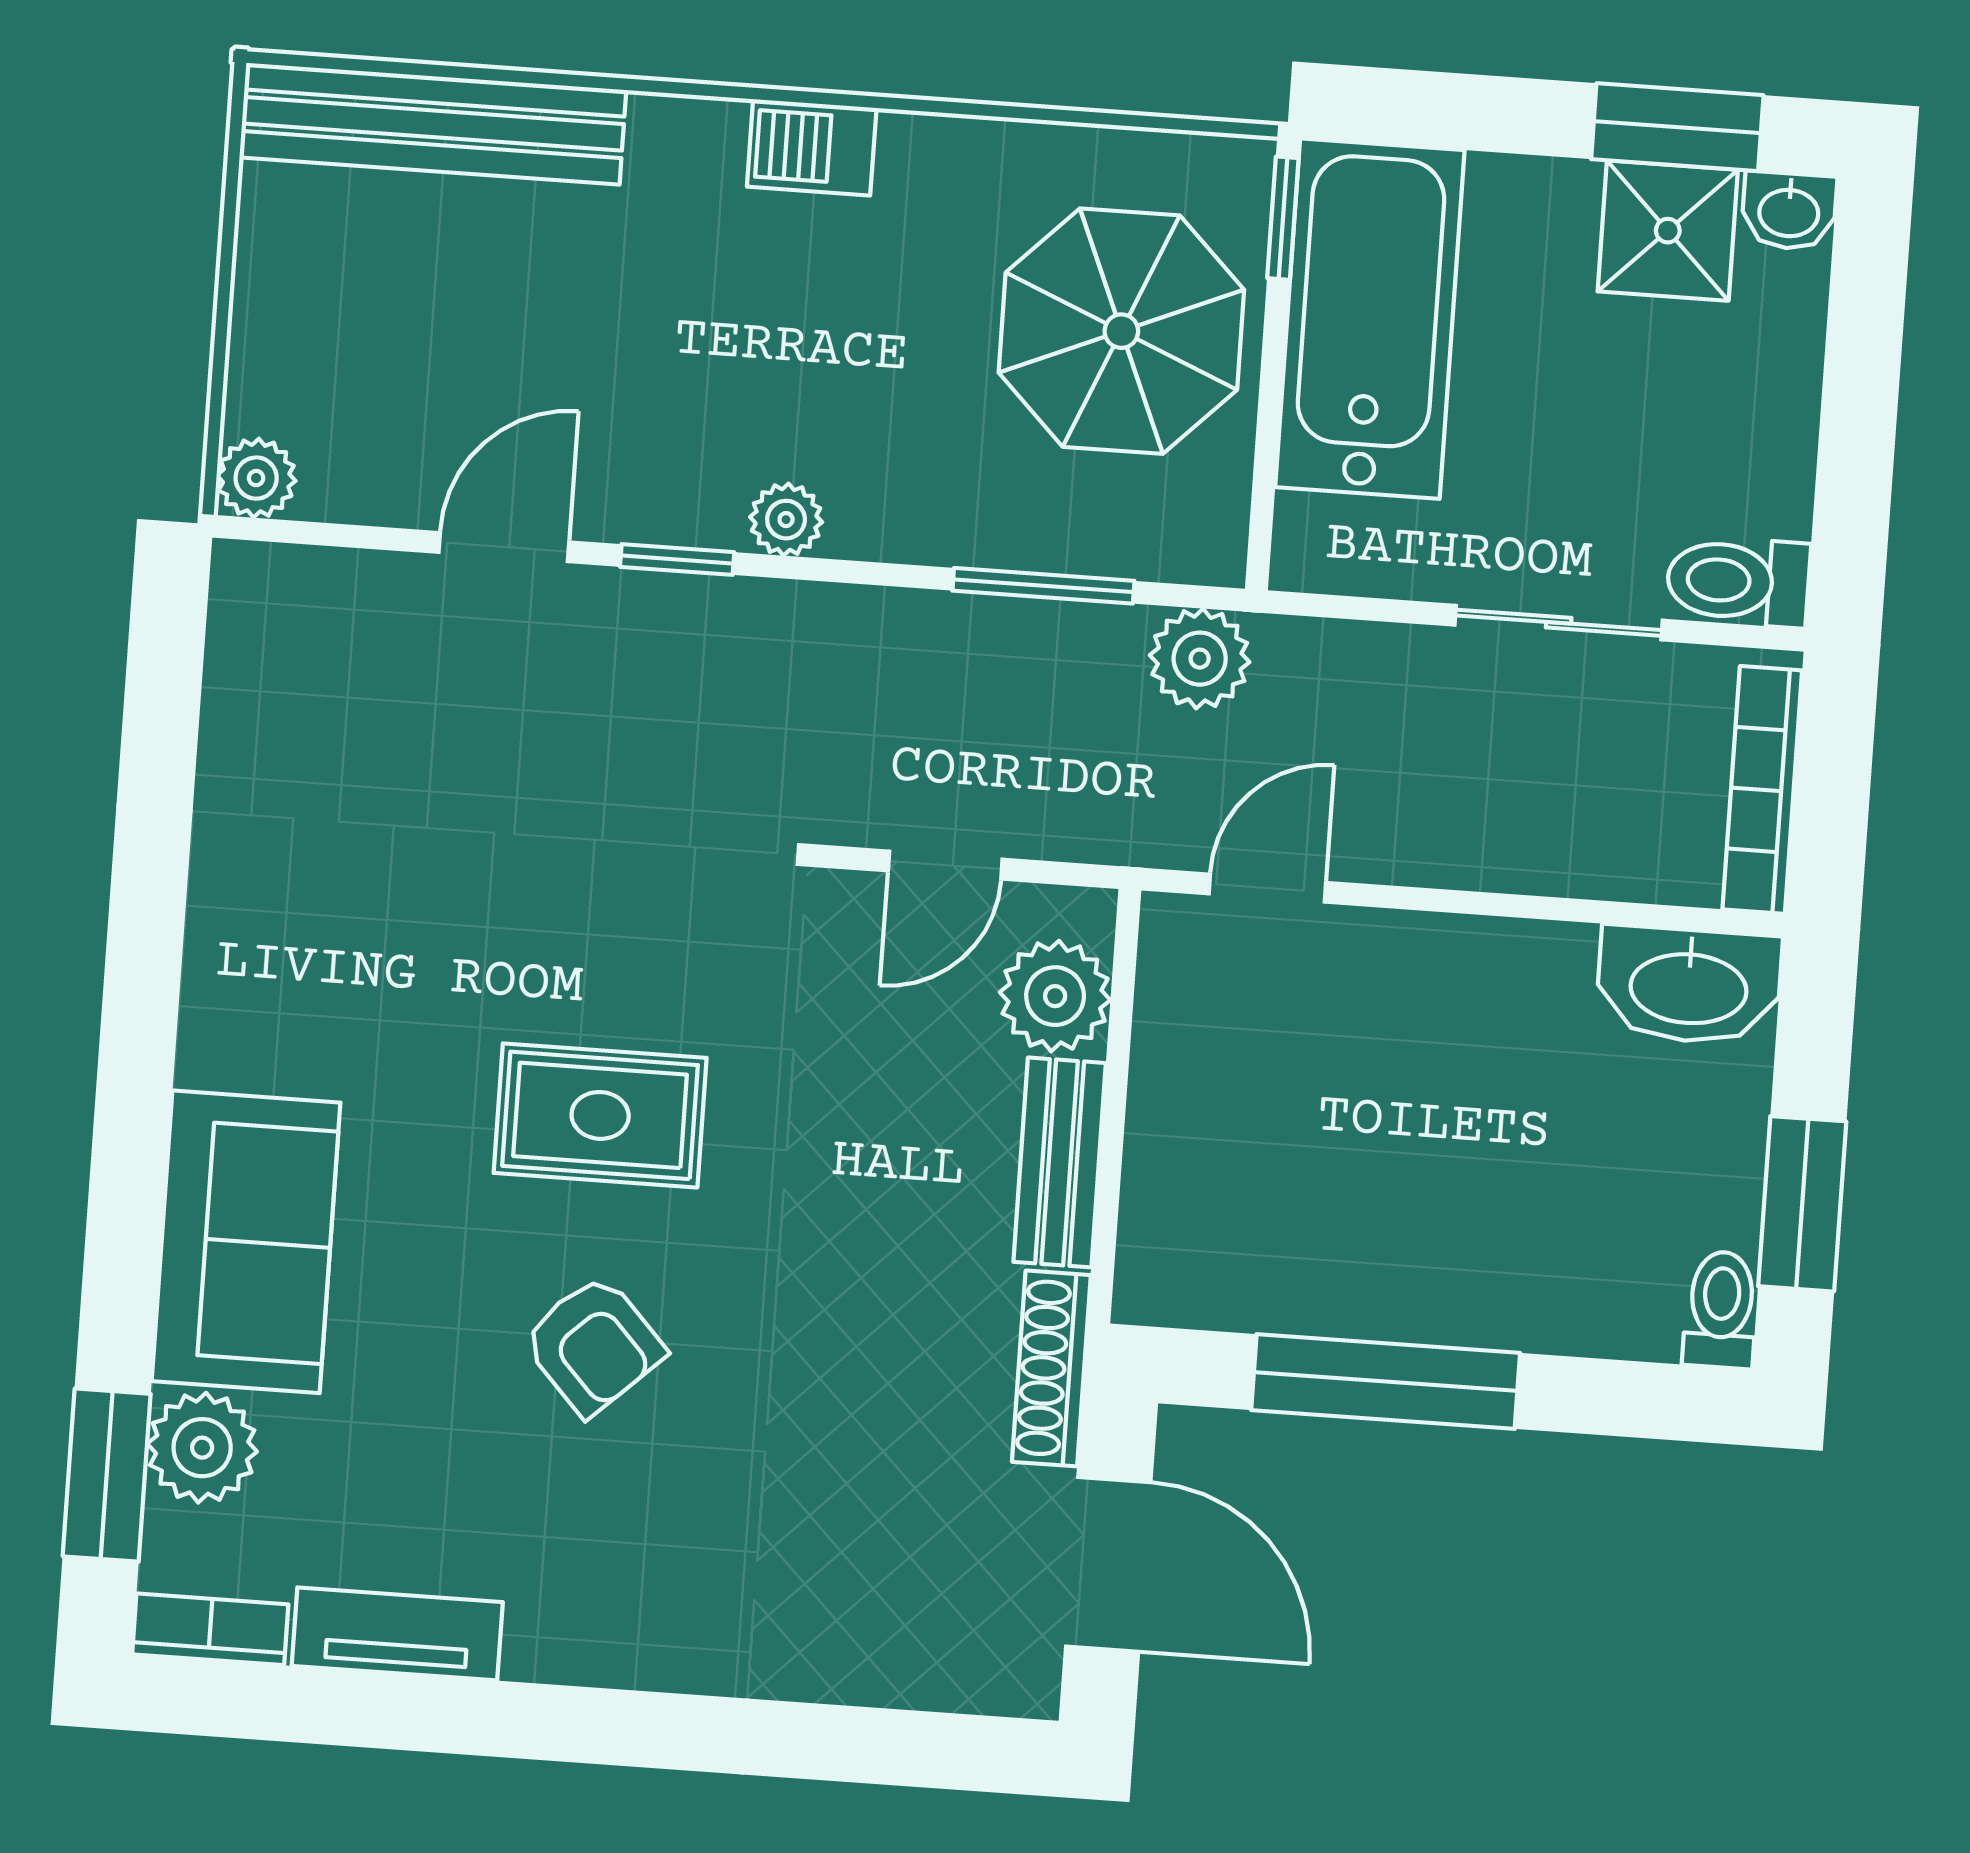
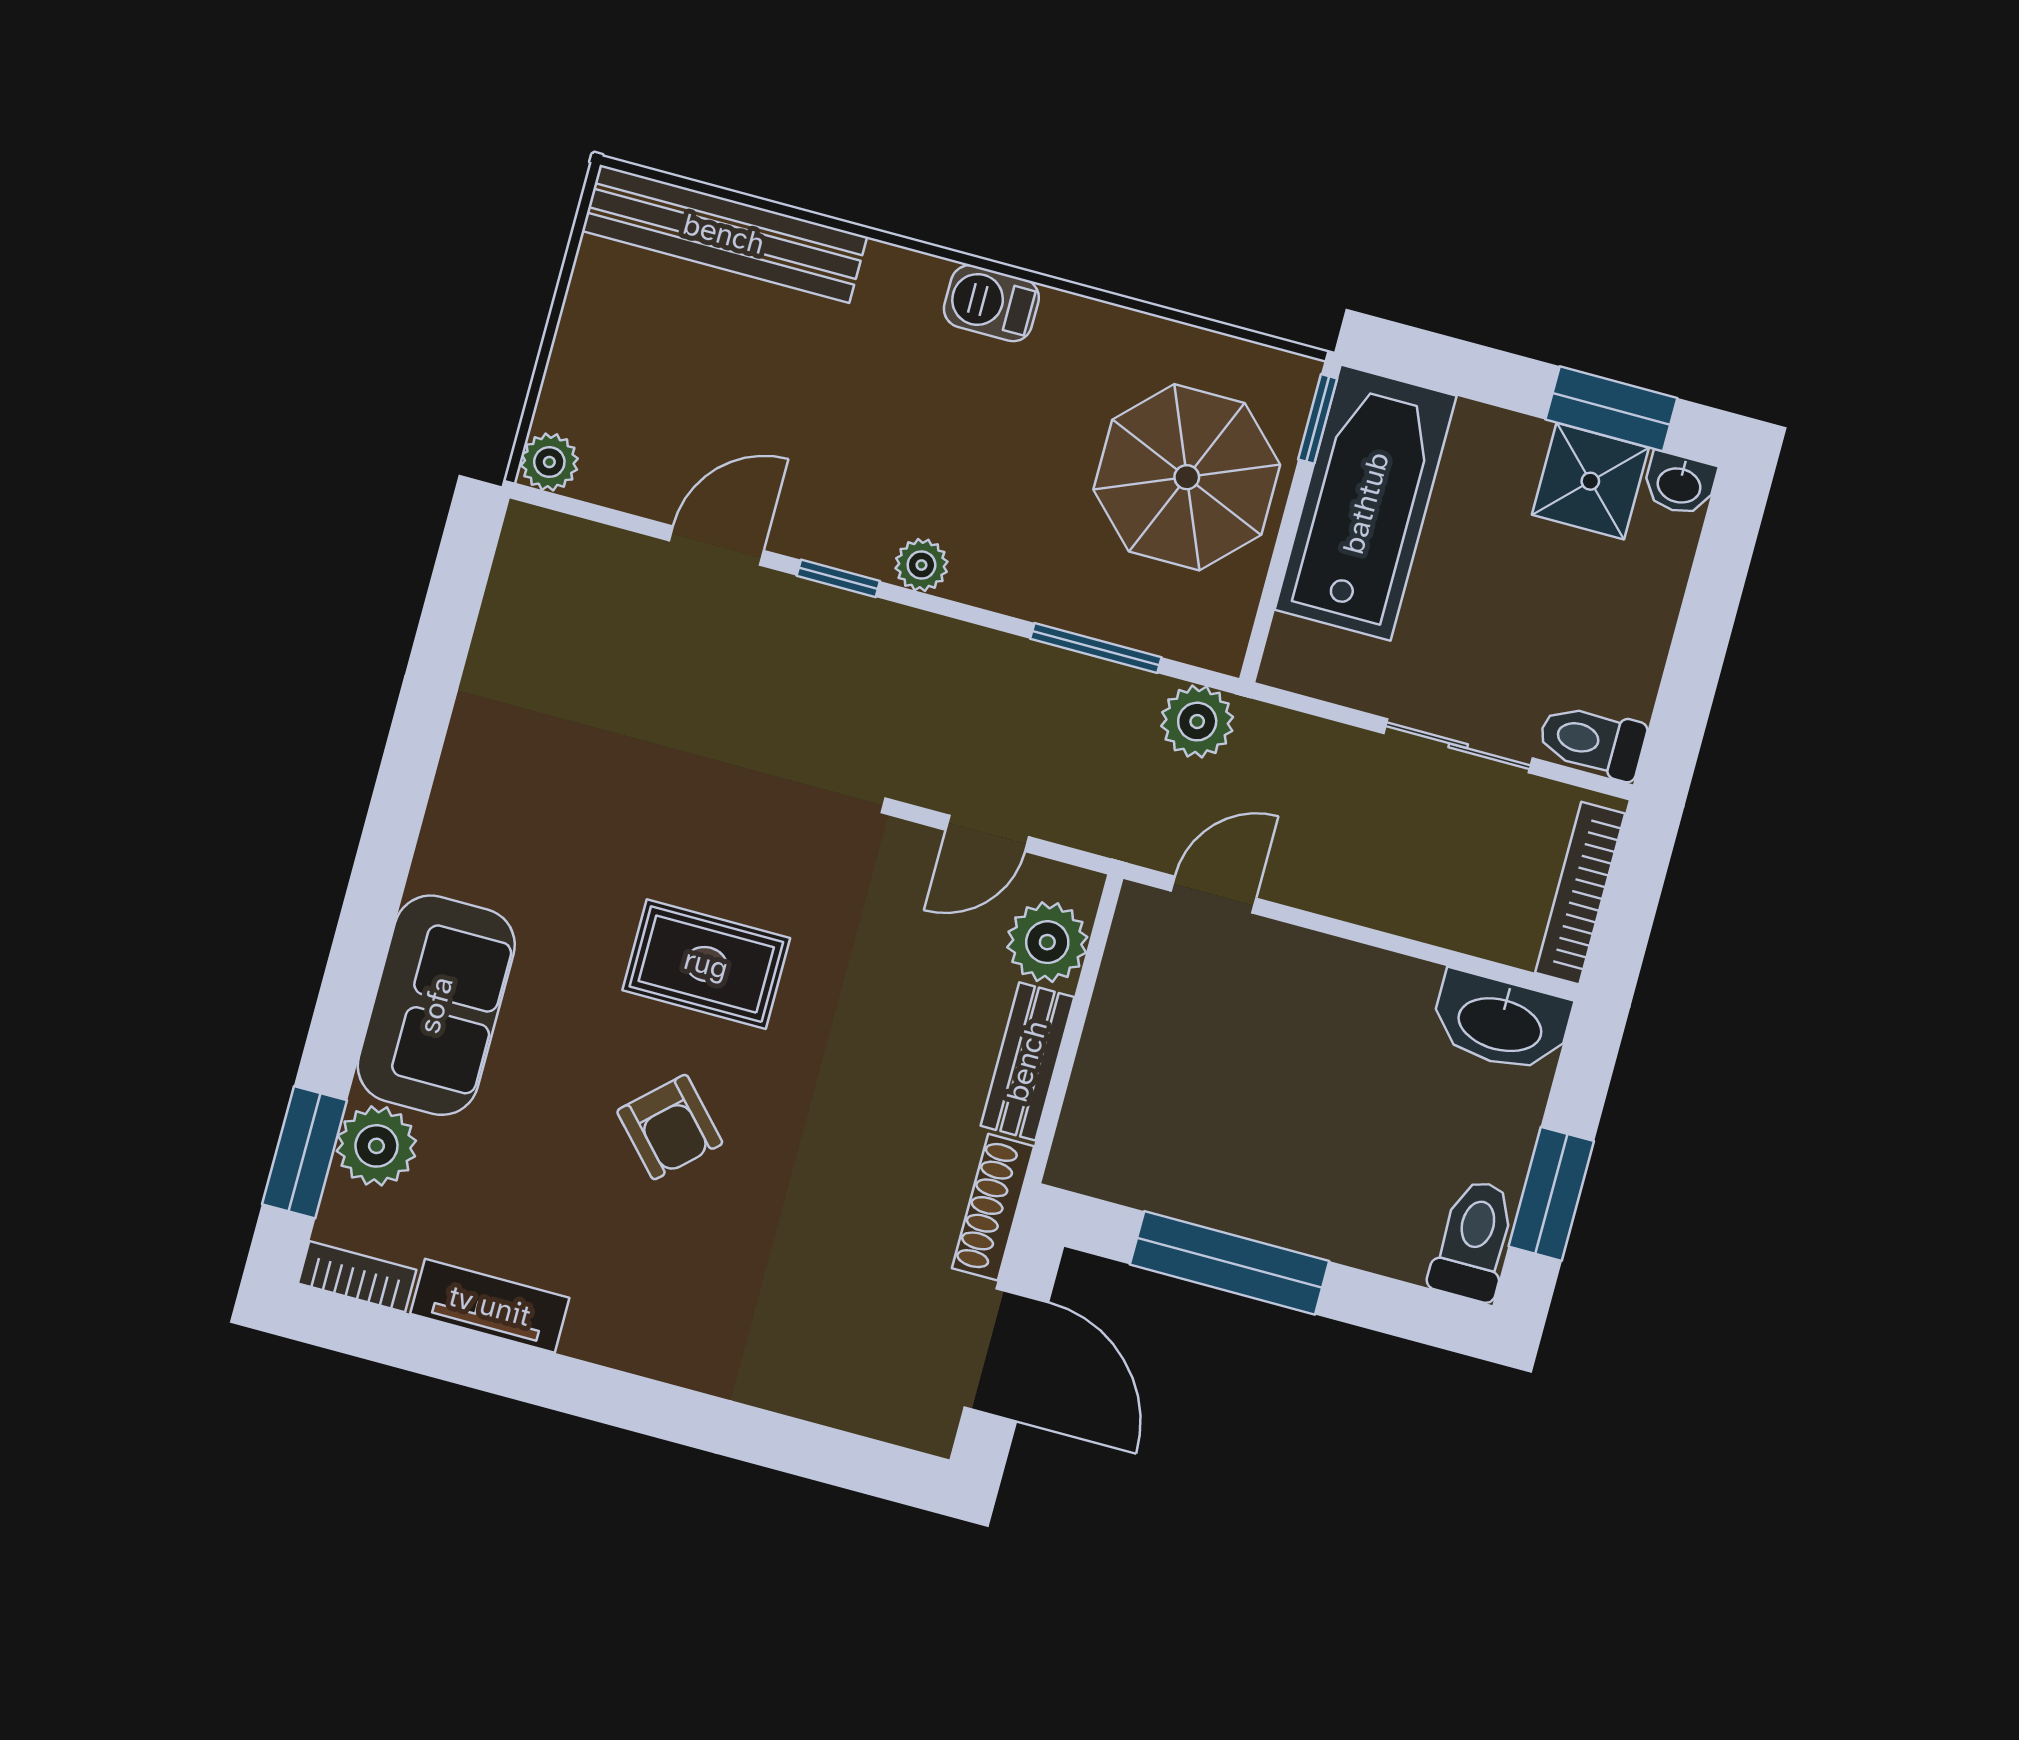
toilet: (1721, 1310) -> (1474, 1240), width x1.37, depth x1.39

